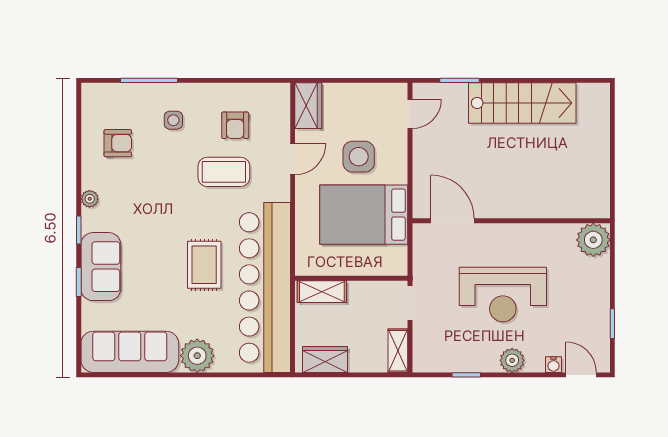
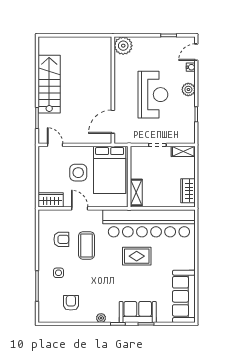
wall: (351, 278) -> (129, 177), moved
shelving: (322, 292) -> (136, 192), moved
plant: (197, 356) -> (186, 260), removed

